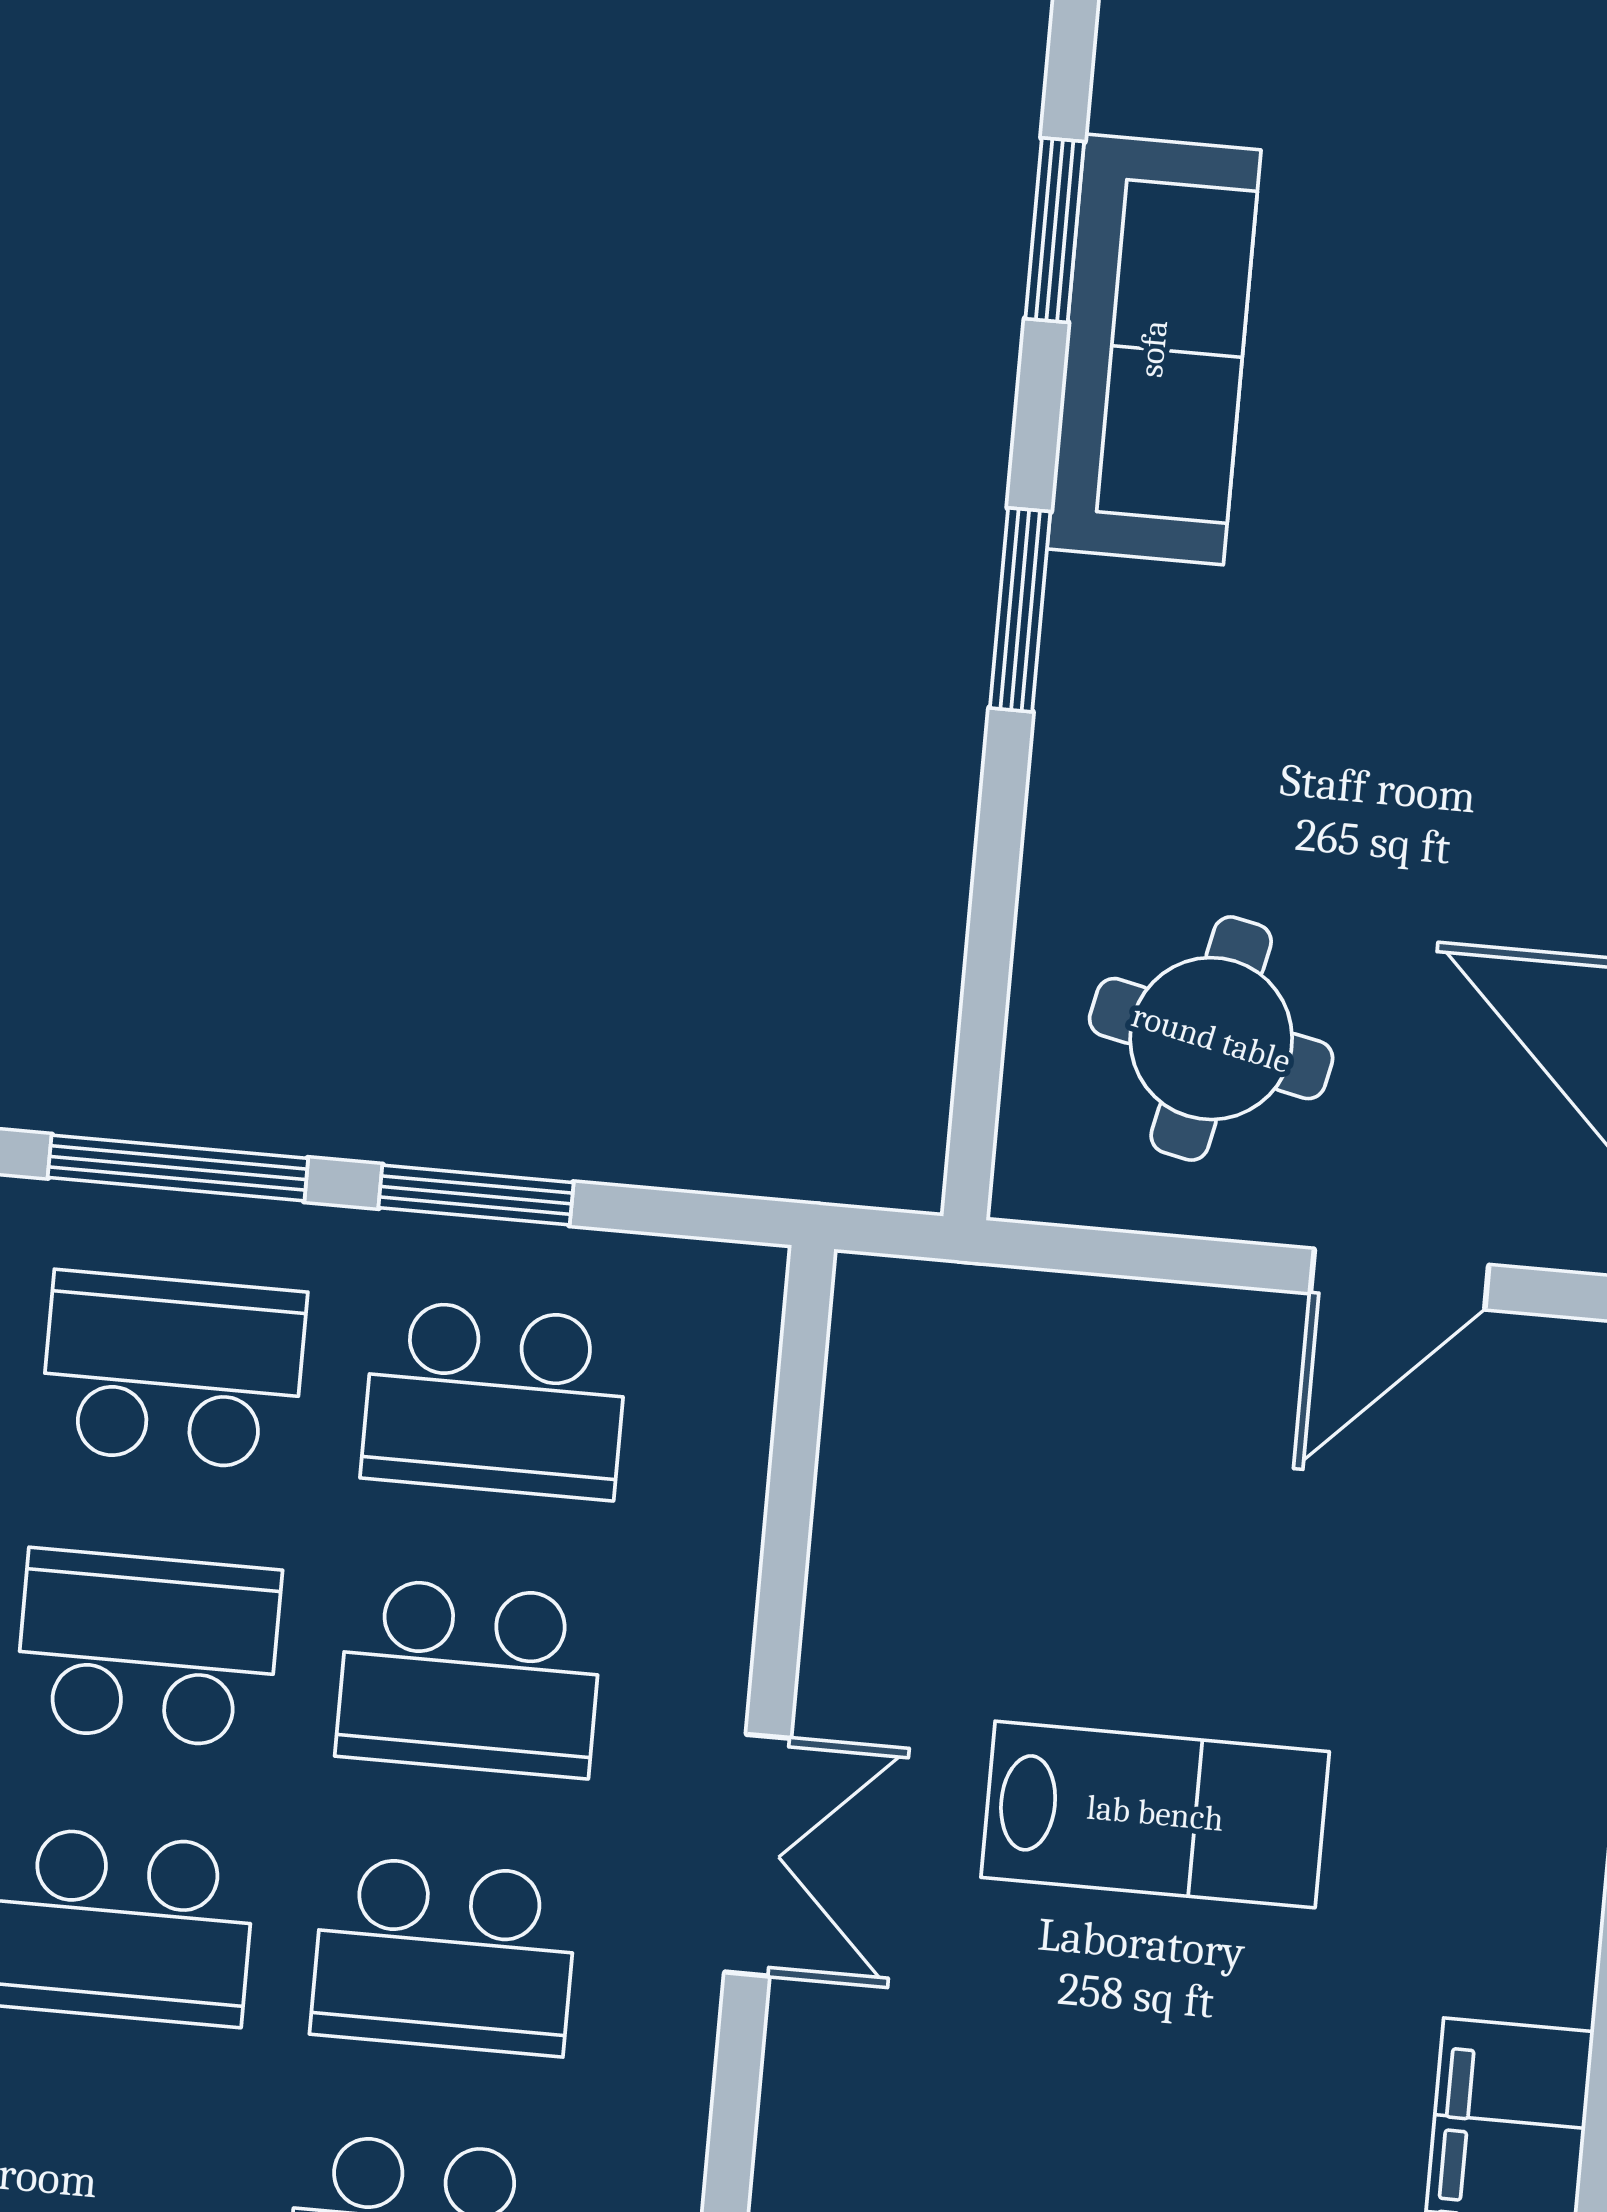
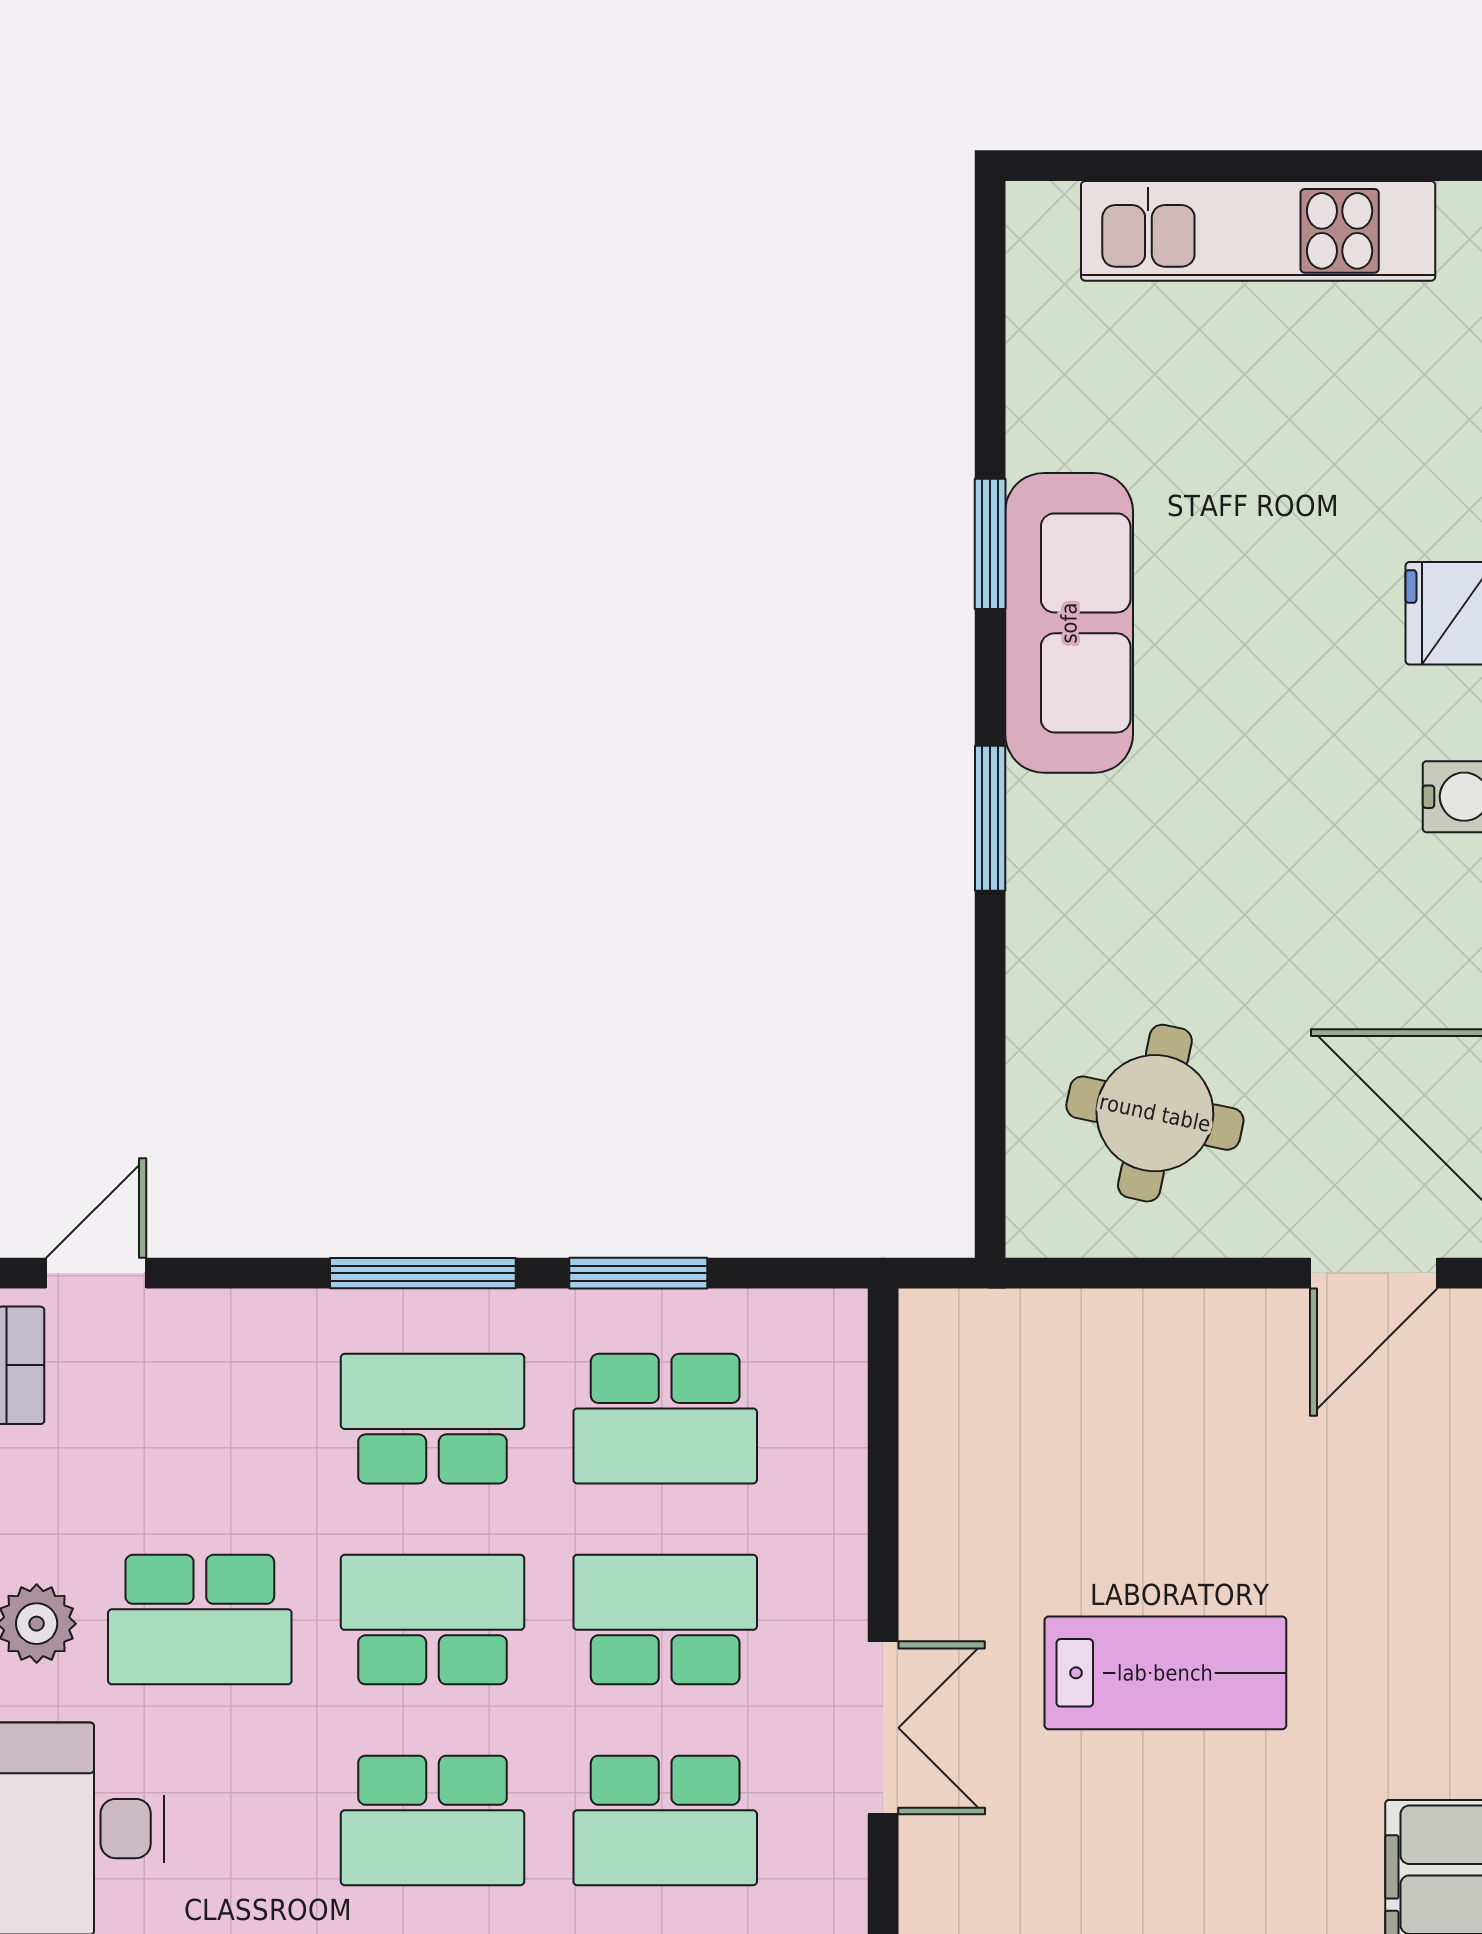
door: (1400, 1279) -> (1374, 1273), moved
school desk: (470, 1678) -> (665, 1620), turned 180

